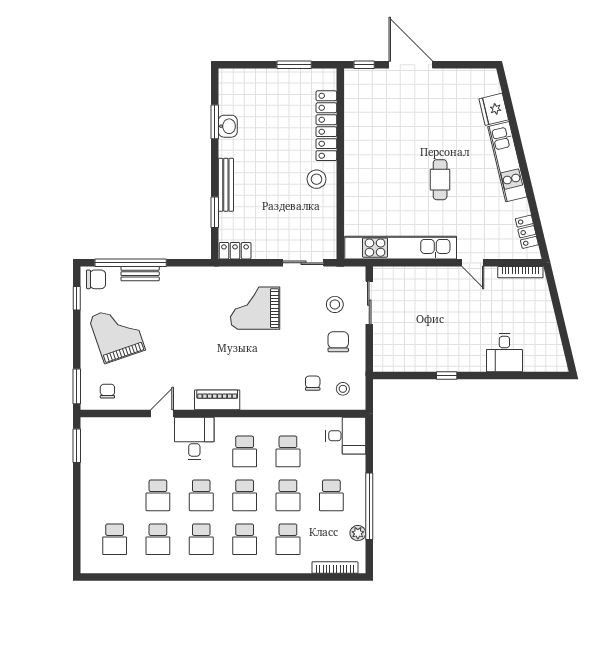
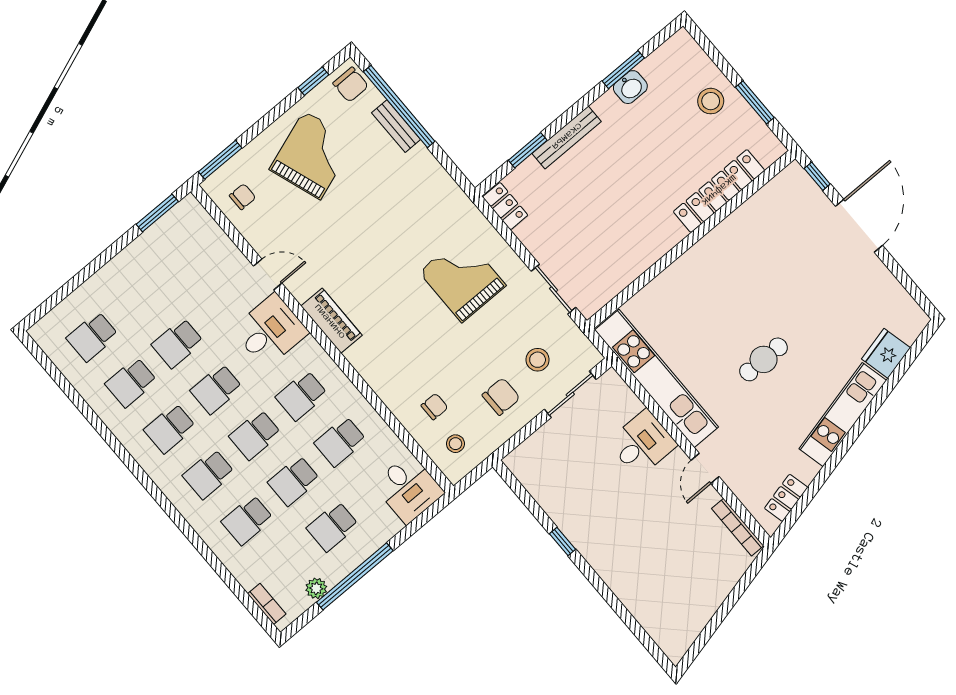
stool: (316, 179) -> (711, 101), moved
desk: (504, 352) -> (642, 443), moved, turned 180
bookcase: (335, 568) -> (267, 604), width x0.64

